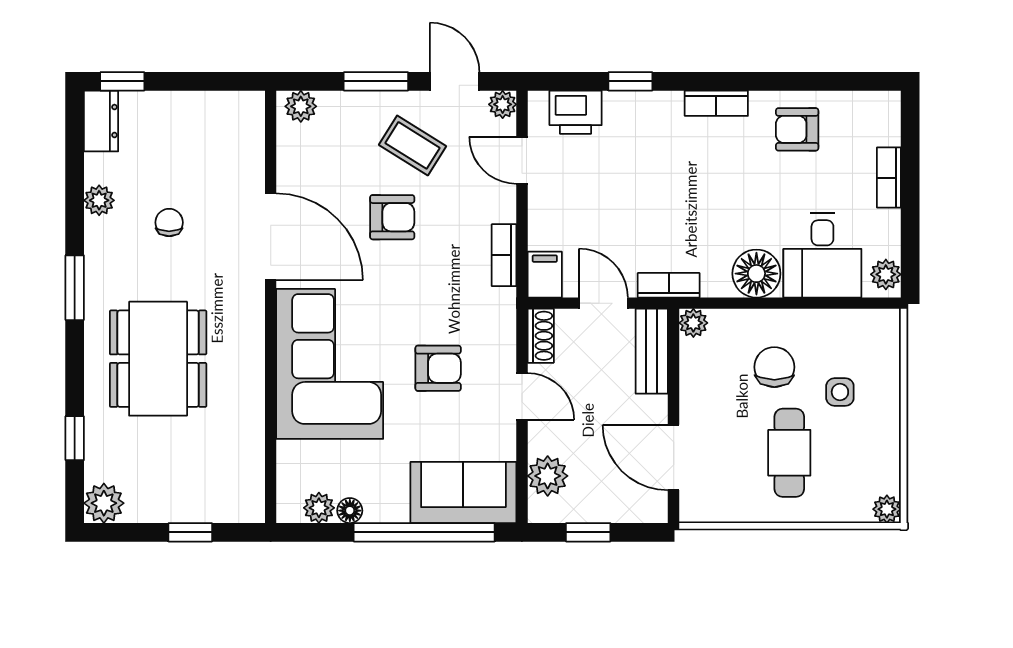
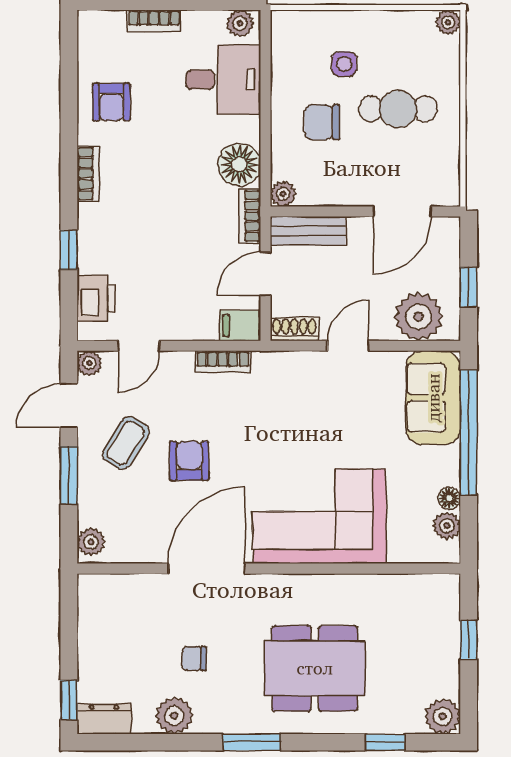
plant: (99, 200) -> (174, 716), width x1.38, depth x1.38
floor lamp: (756, 274) -> (239, 165), moved
armchair: (438, 368) -> (323, 420), removed
plant: (548, 476) -> (419, 317), width x1.36, depth x1.36

